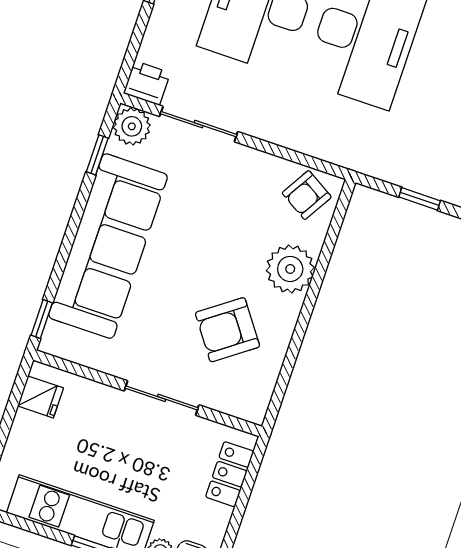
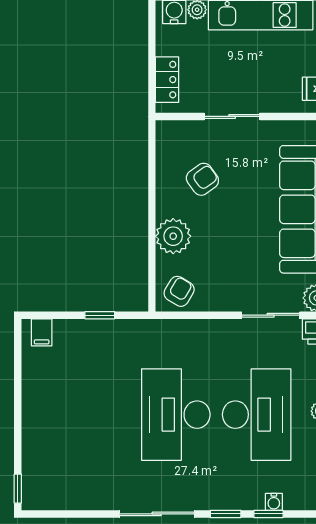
armchair: (227, 330) -> (202, 179), width x0.72, depth x0.72

